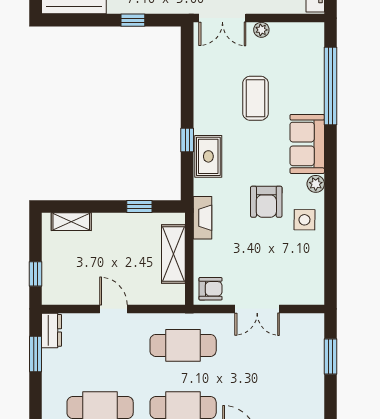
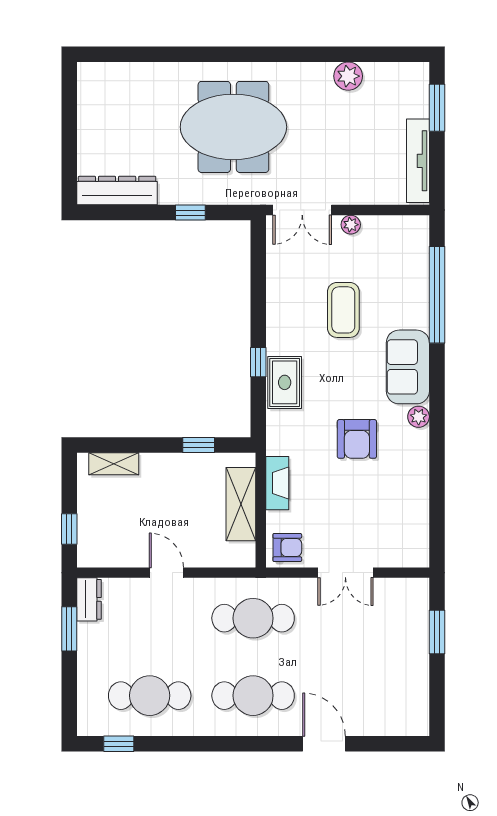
fireplace: (202, 218) -> (277, 483), moved
side table: (304, 220) -> (405, 462), removed

